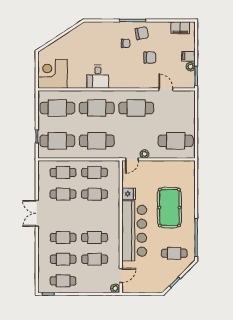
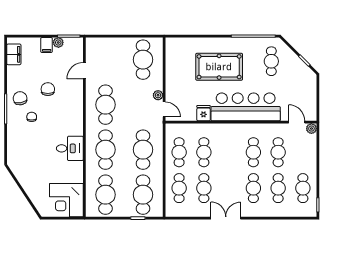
double door: (37, 213) -> (226, 218), swing flipped

